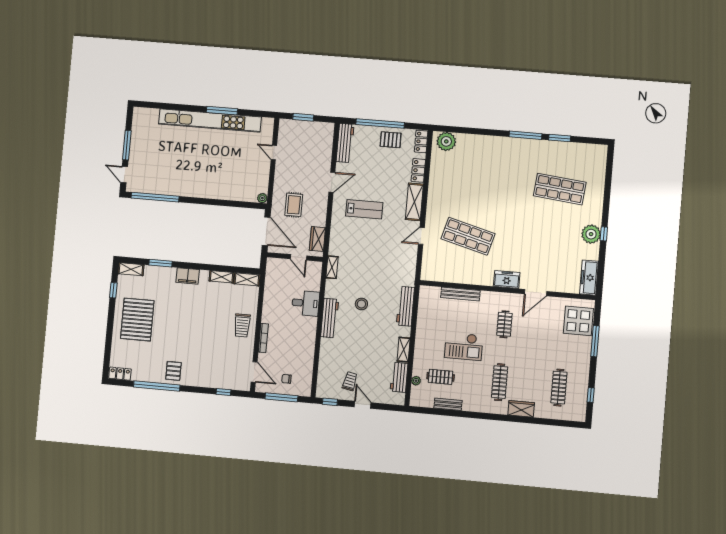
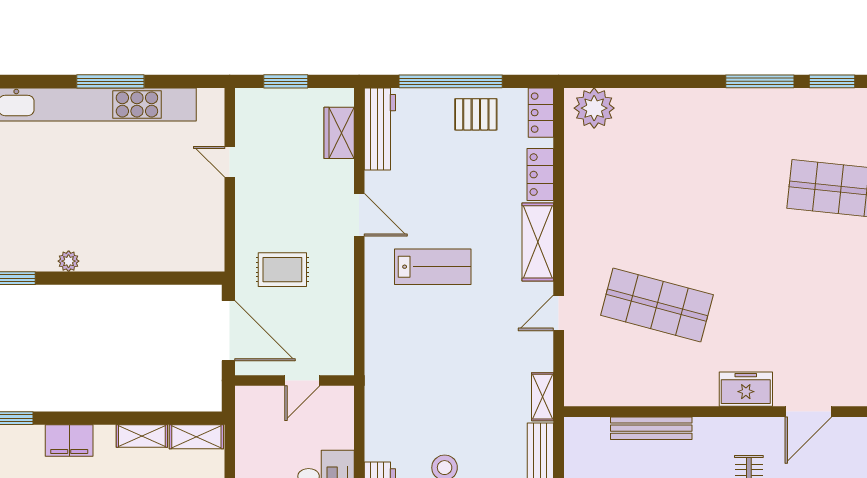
door: (332, 182) -> (359, 215), hinge flipped
plant: (262, 198) -> (69, 261), moved
rug: (294, 205) -> (282, 270), turned 90
wardrobe: (317, 239) -> (339, 133), moved
door: (298, 257) -> (302, 381), hinge flipped
shelving: (332, 267) -> (543, 397), moved

